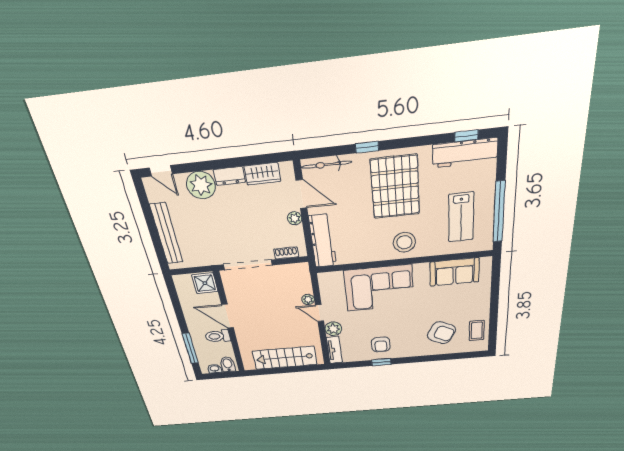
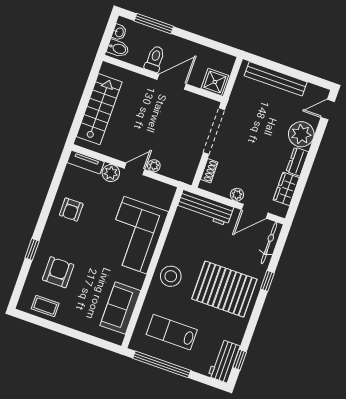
workbench: (465, 153) -> (224, 361), width x0.73
armchair: (441, 333) -> (58, 272), turned 153
armchair: (381, 344) -> (71, 210), turned -90
window: (381, 362) -> (32, 249), moved

